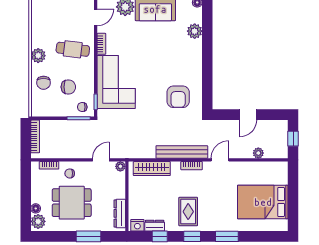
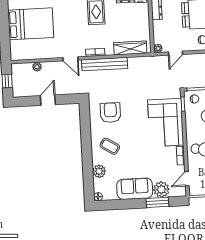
coffee table: (181, 59) -> (110, 146), added
door: (220, 160) -> (70, 59), hinge flipped

